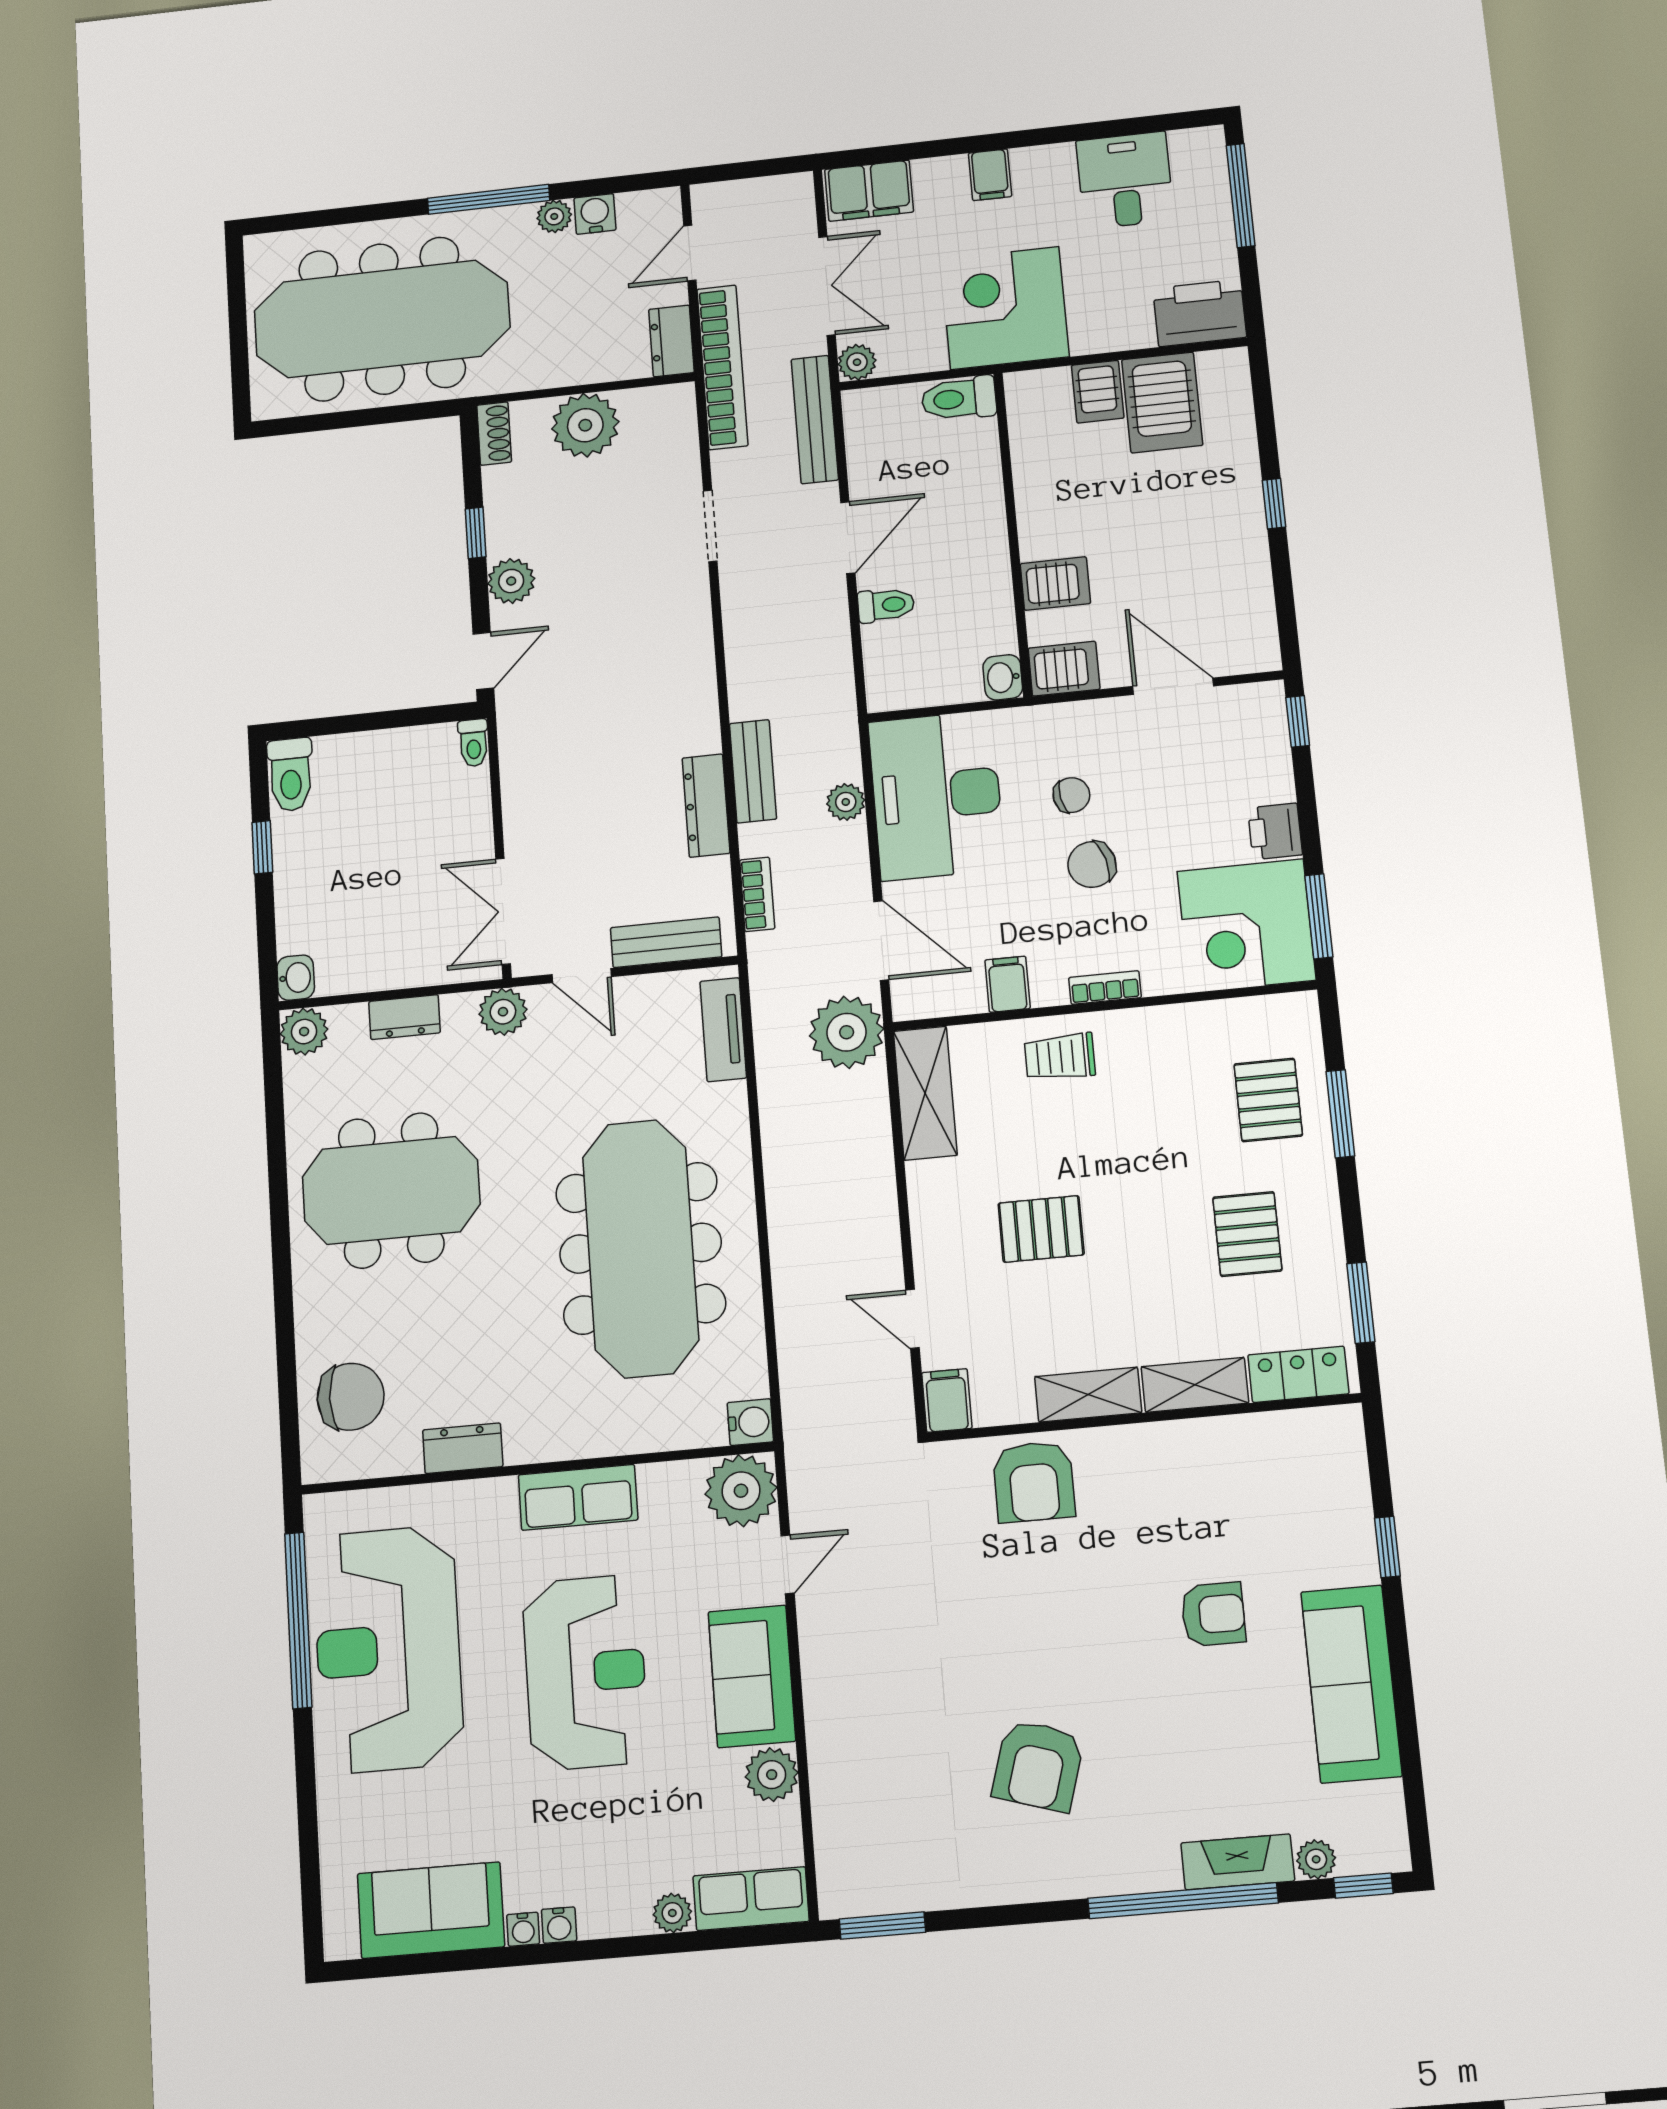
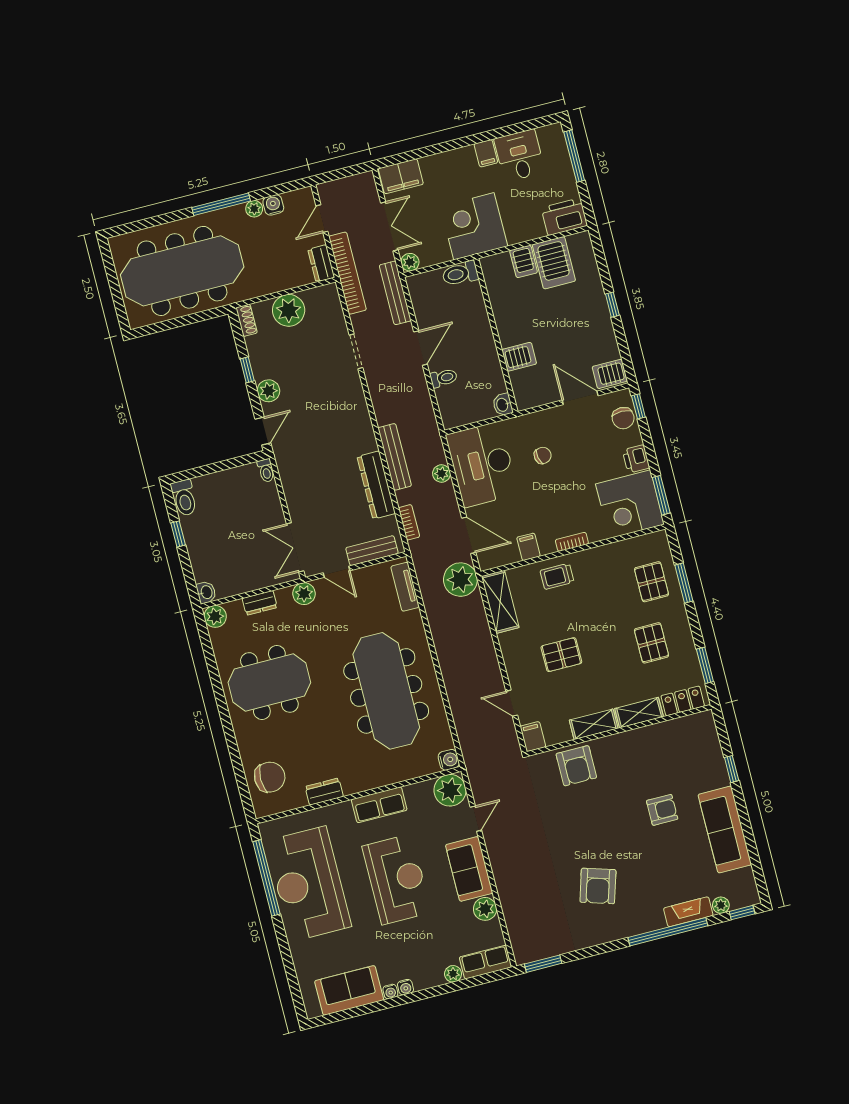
filing cabinet: (990, 175) -> (486, 153), moved
server rack: (1064, 669) -> (610, 374), moved, turned 180
bench: (753, 771) -> (395, 457), width x1.36
dresser: (706, 806) -> (376, 485), width x1.37, depth x1.24
chair: (1092, 865) -> (623, 418), moved, turned -74

